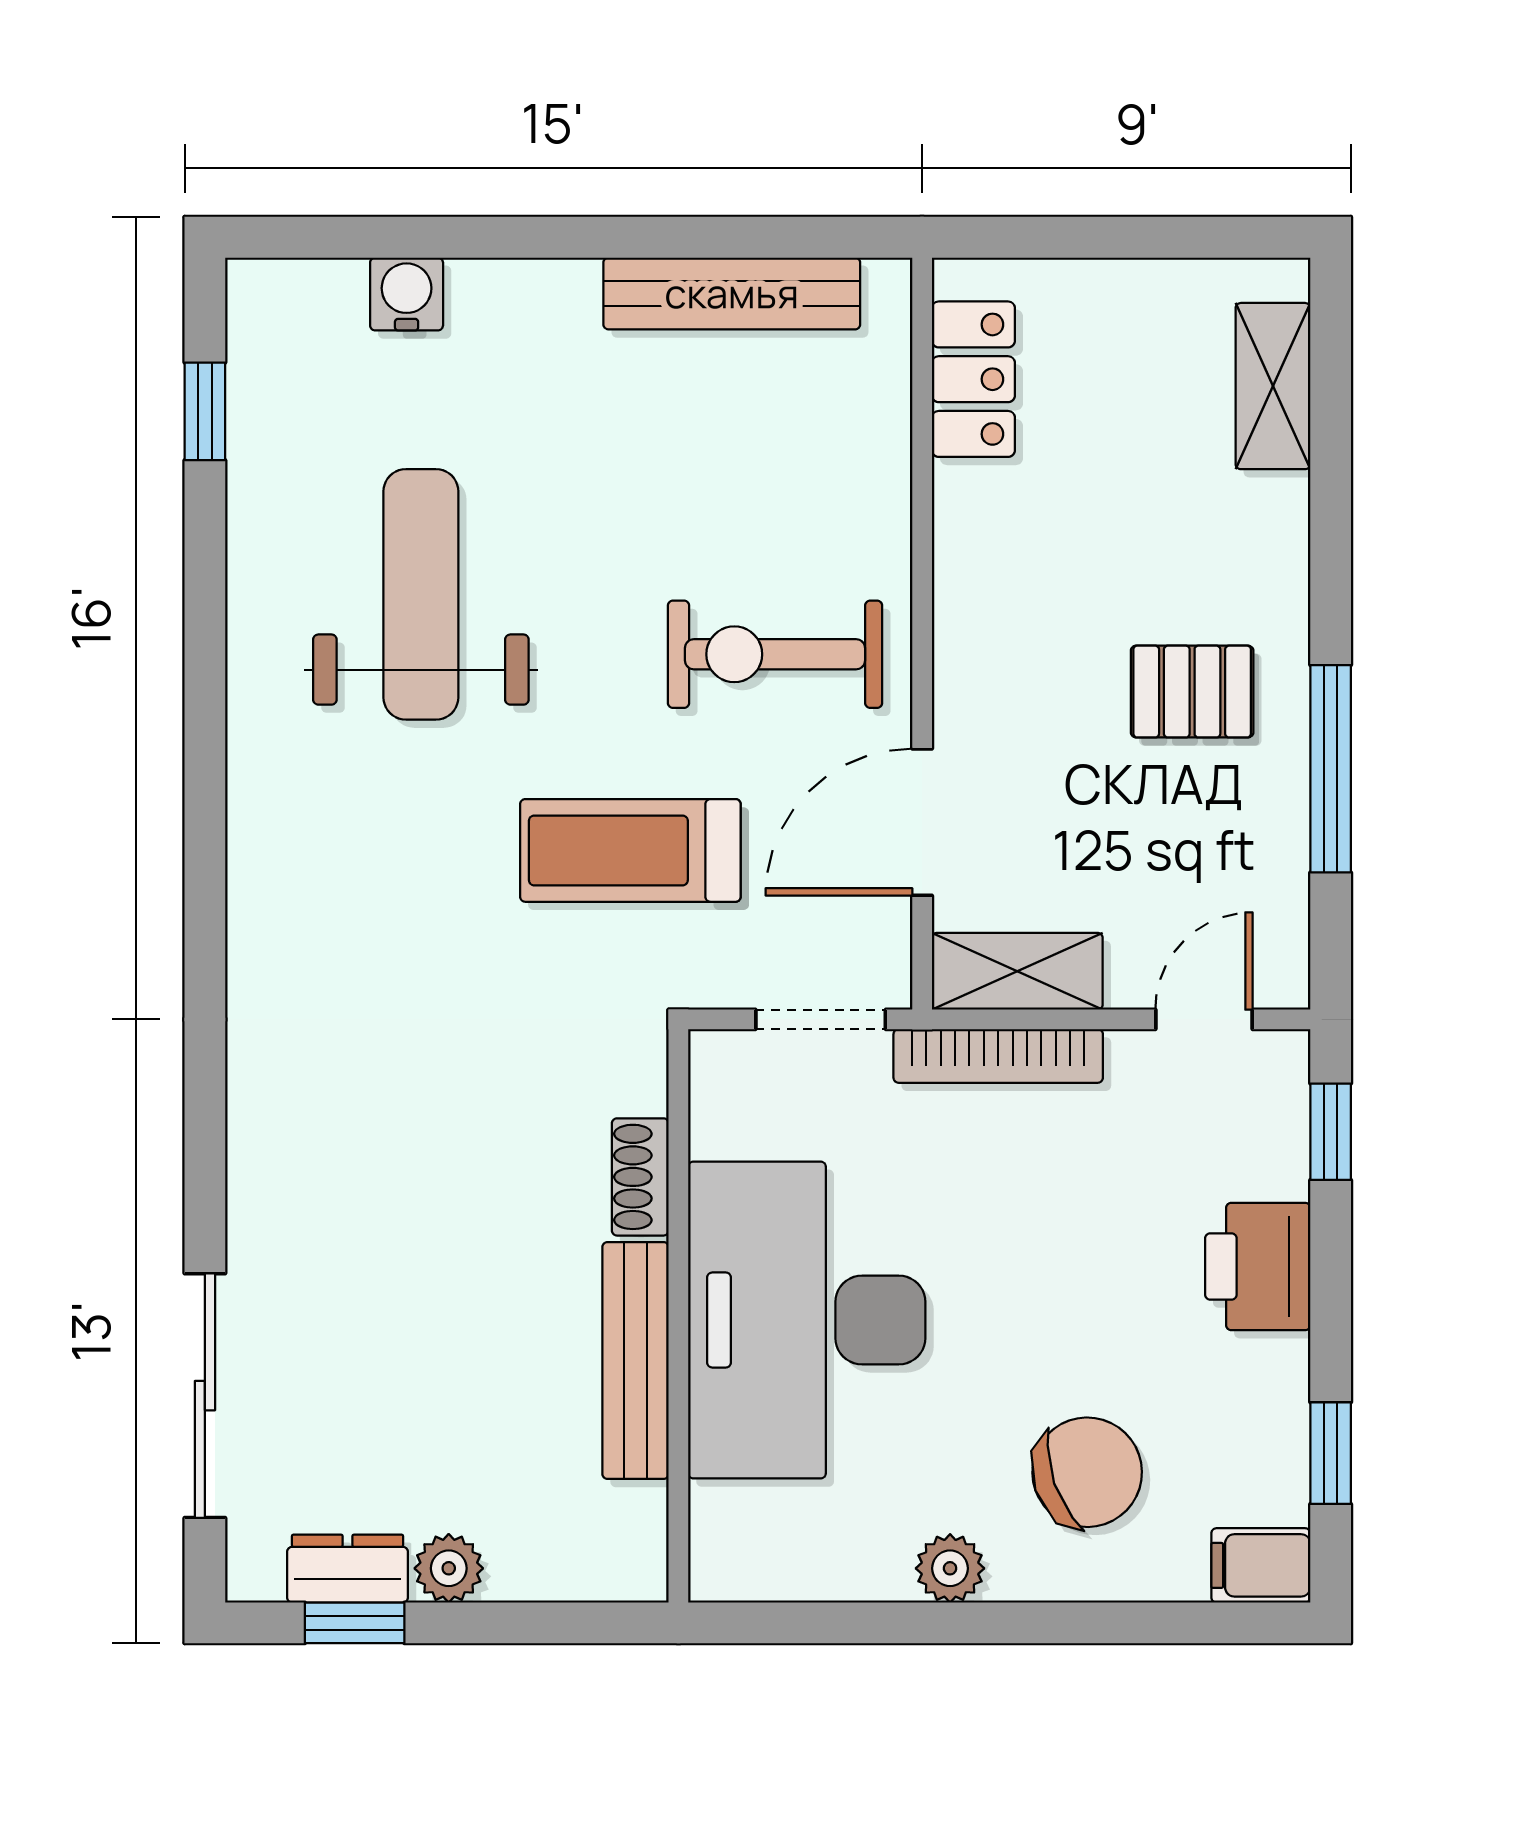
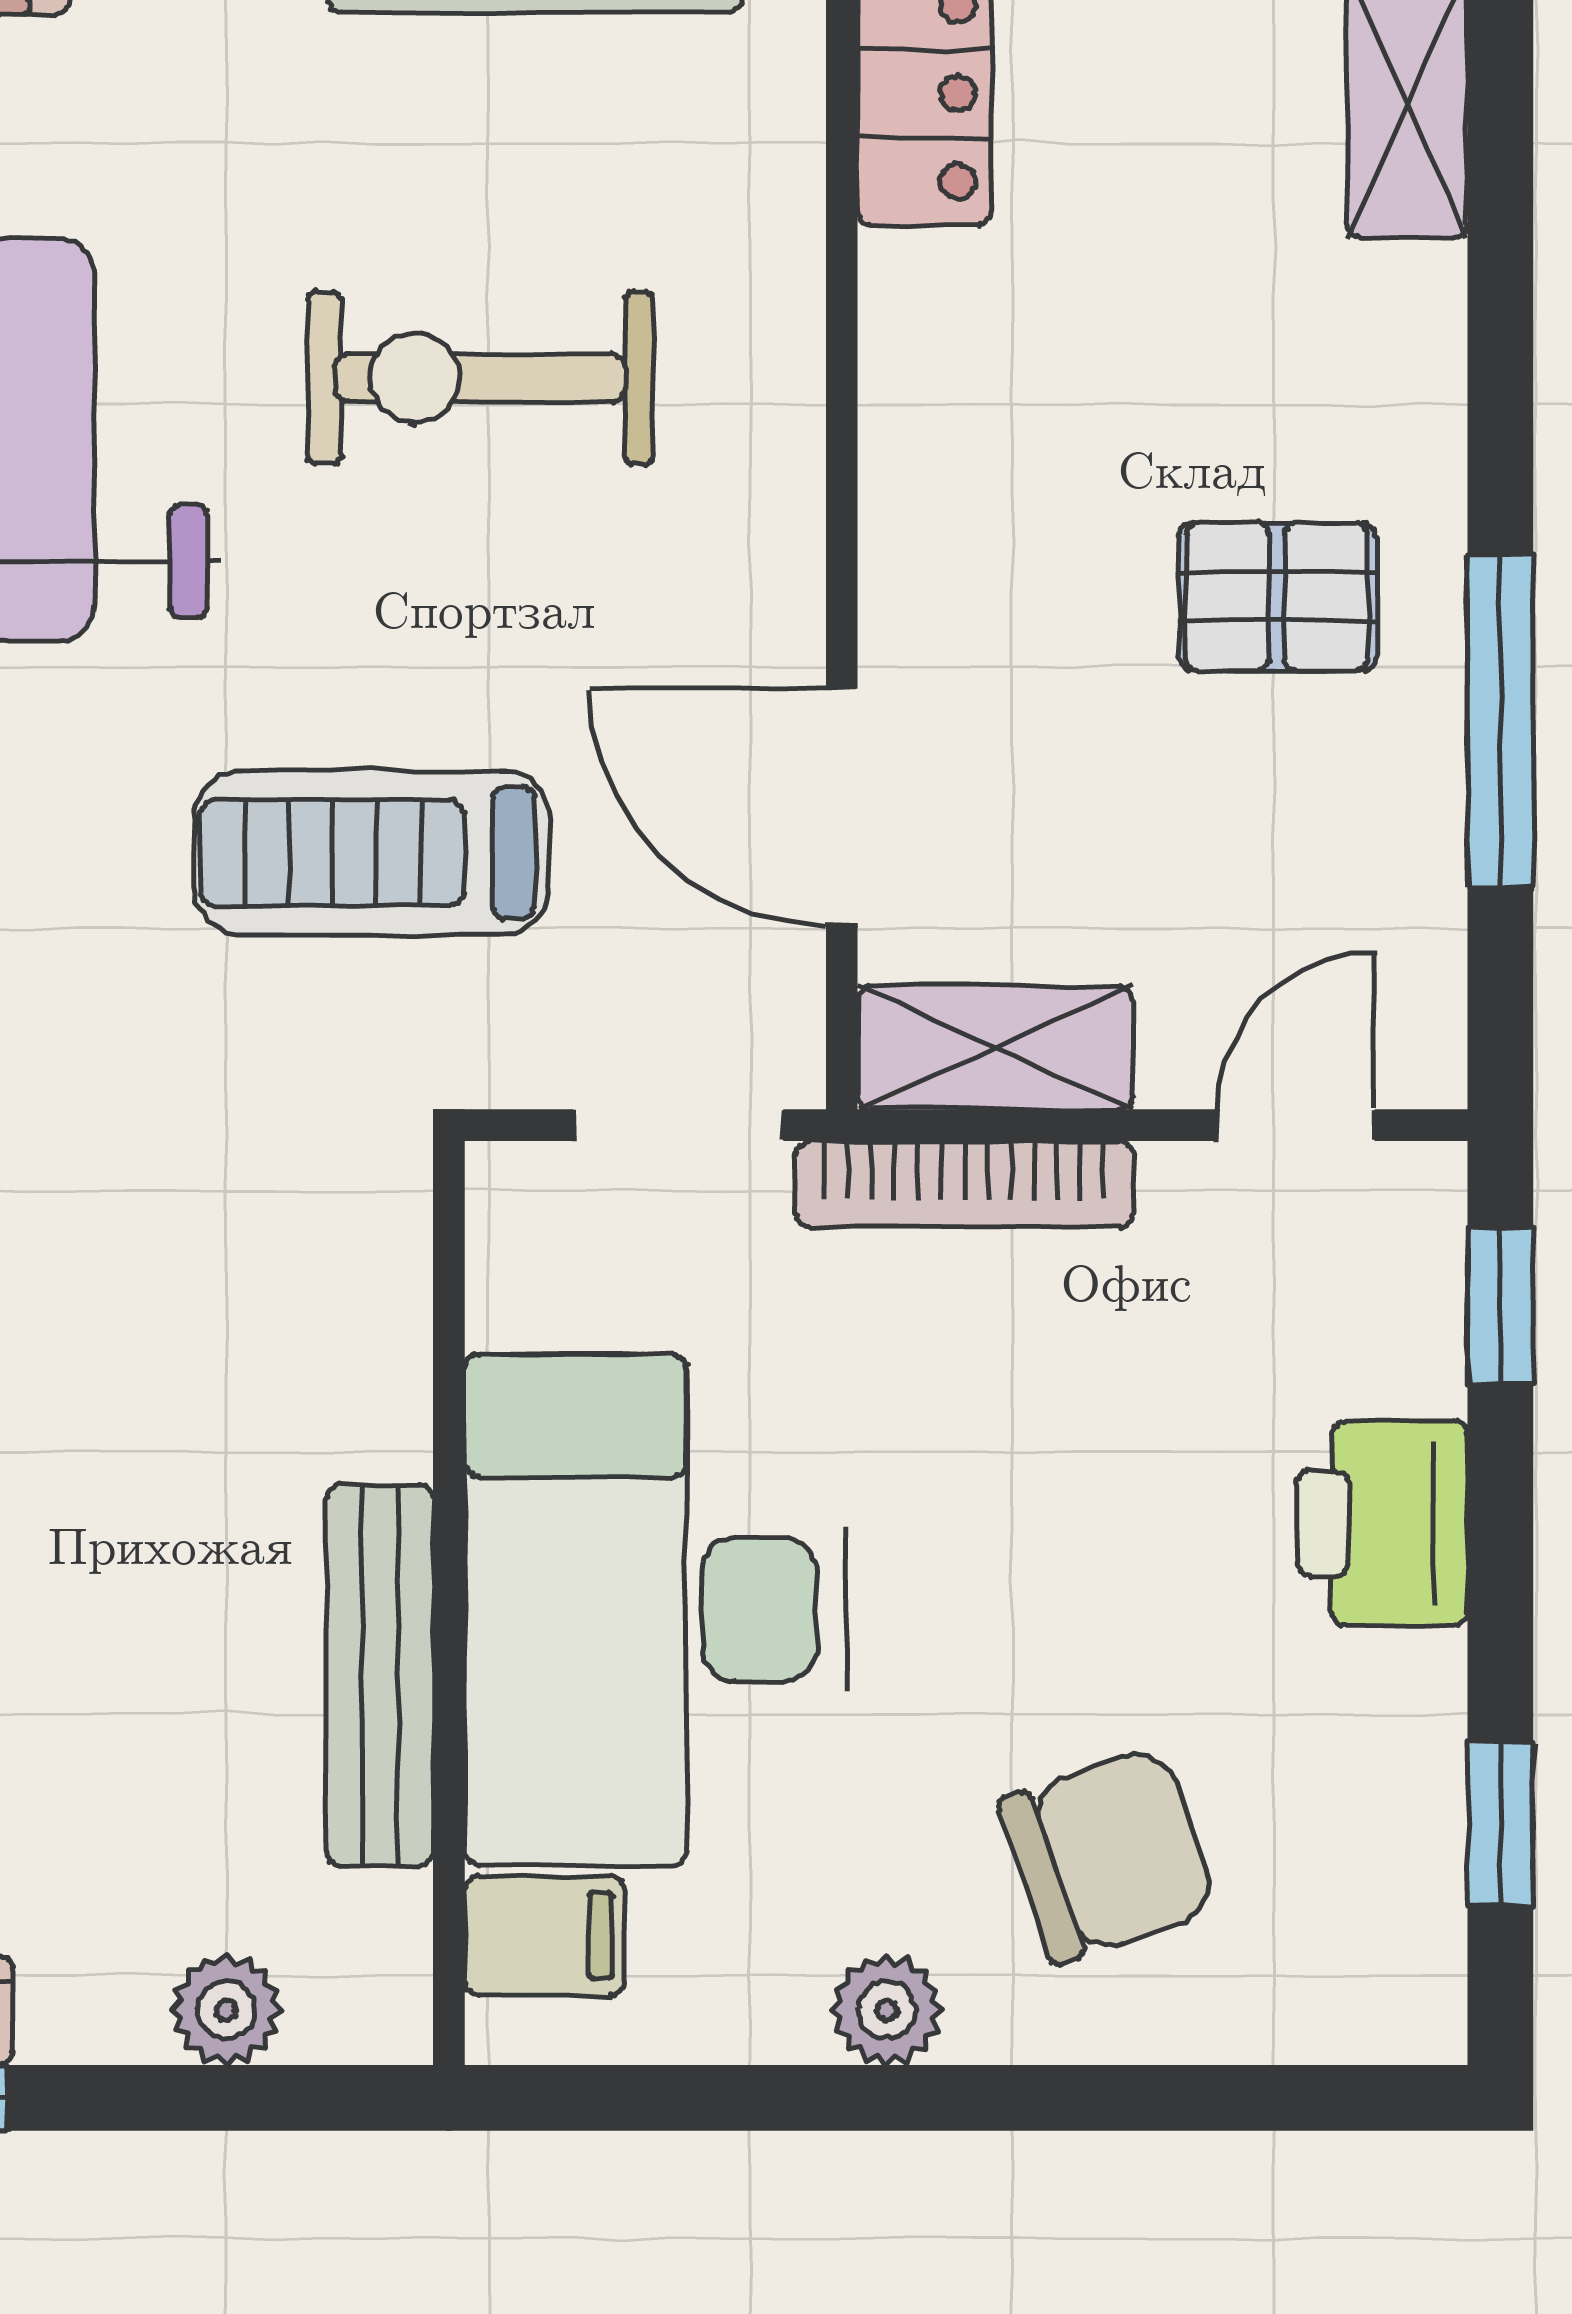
exercise bike: (775, 654) -> (480, 378), moved
door: (922, 822) -> (842, 807), hinge flipped
shoe rack: (640, 1177) -> (387, 1379), removed
filing cabinet: (1261, 1565) -> (545, 1936), moved, turned 180
plant: (449, 1568) -> (226, 2010), moved

